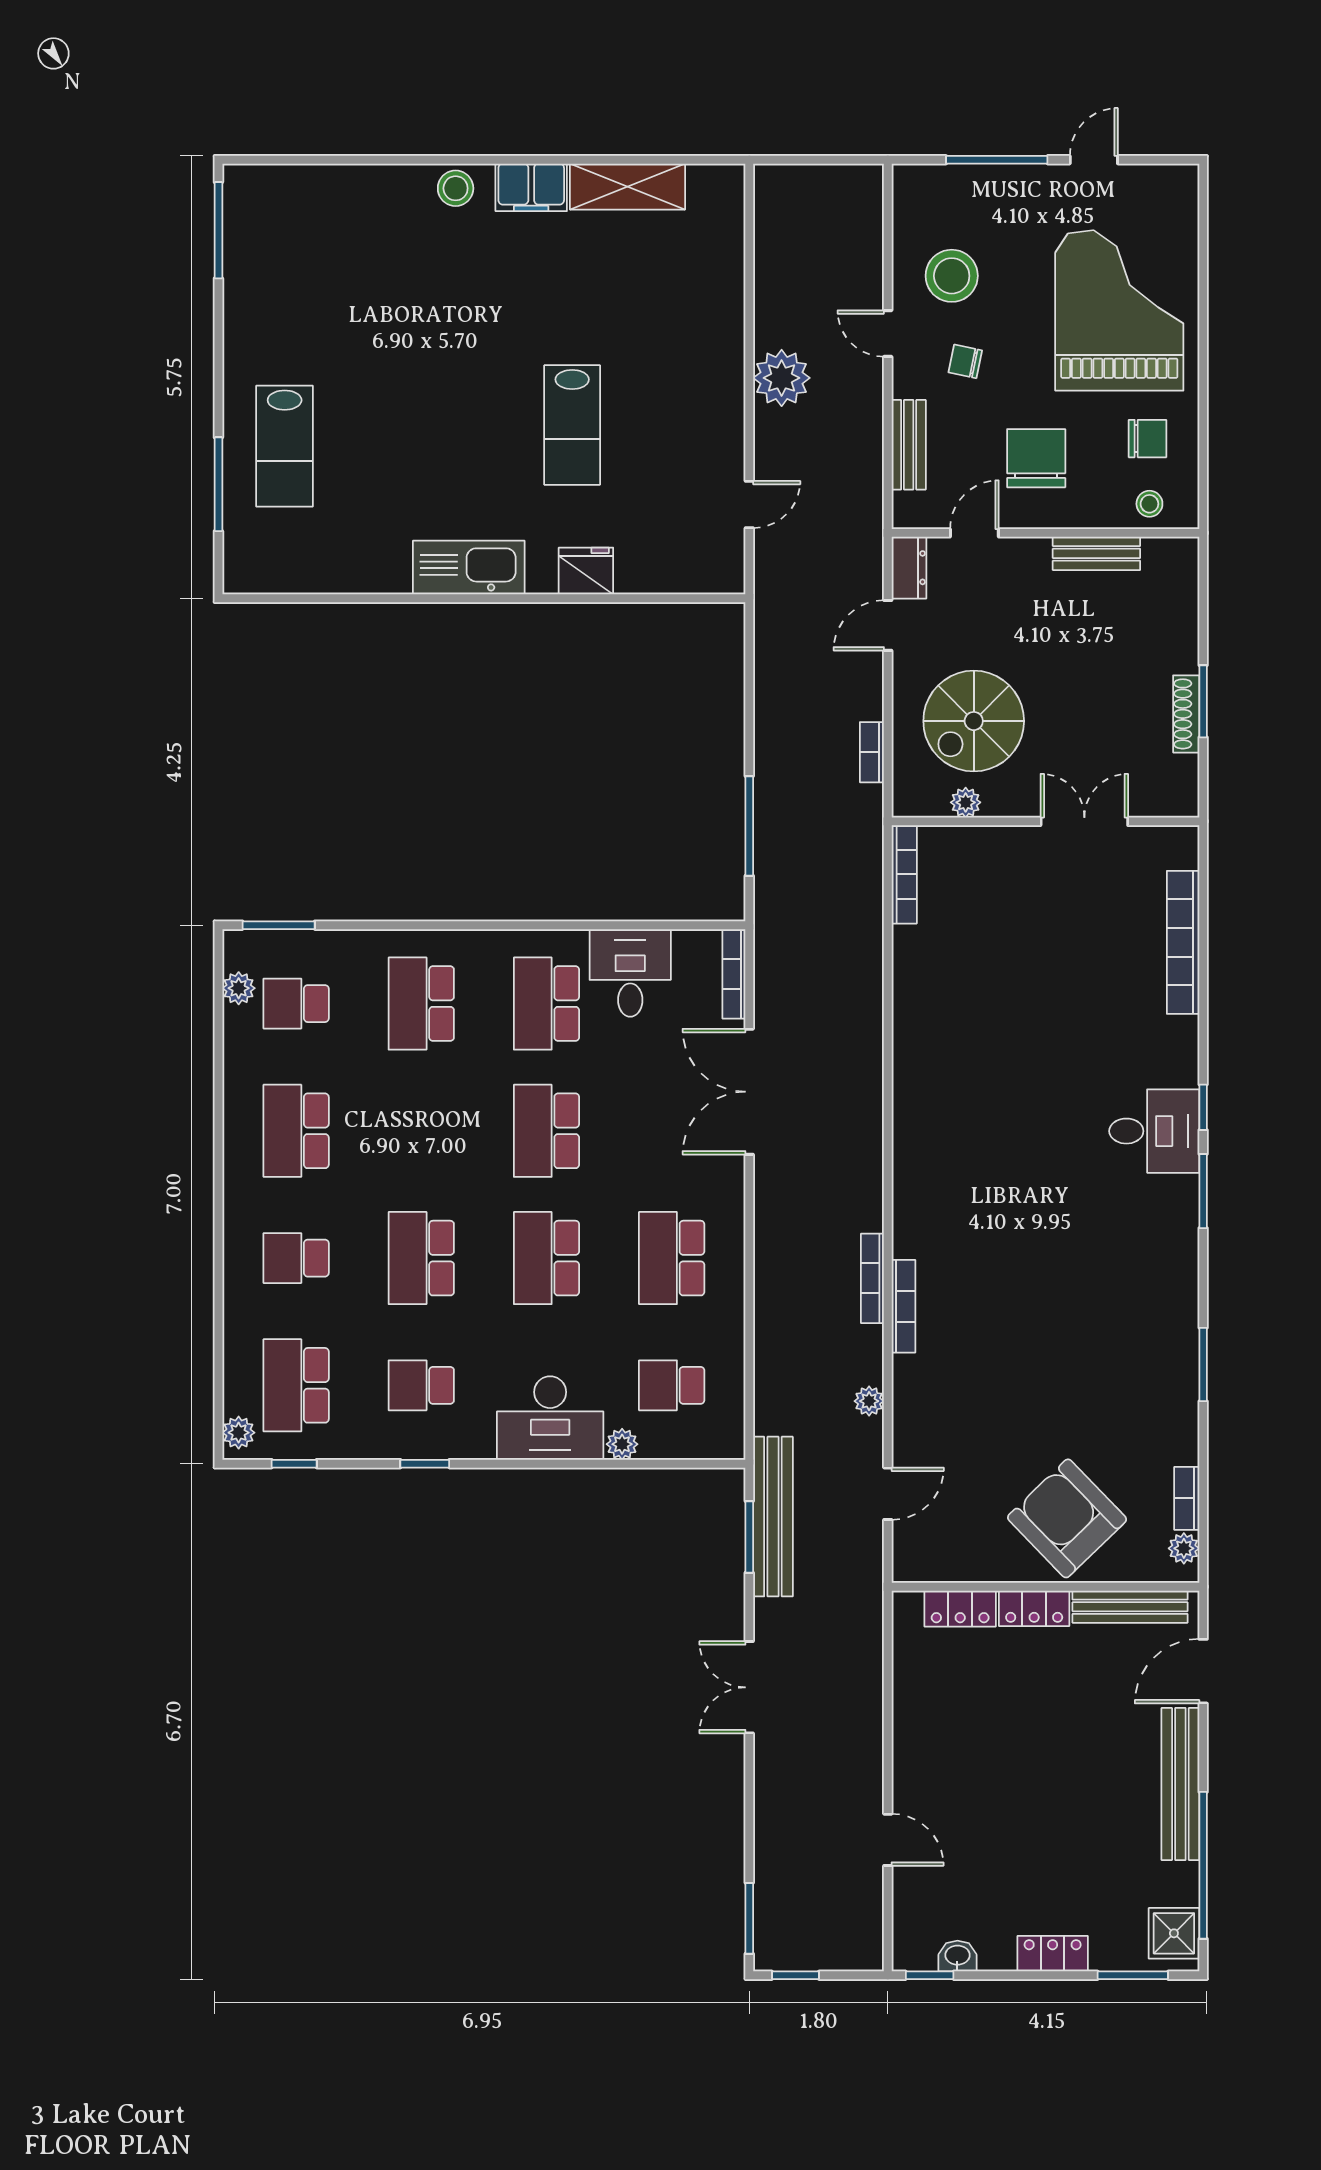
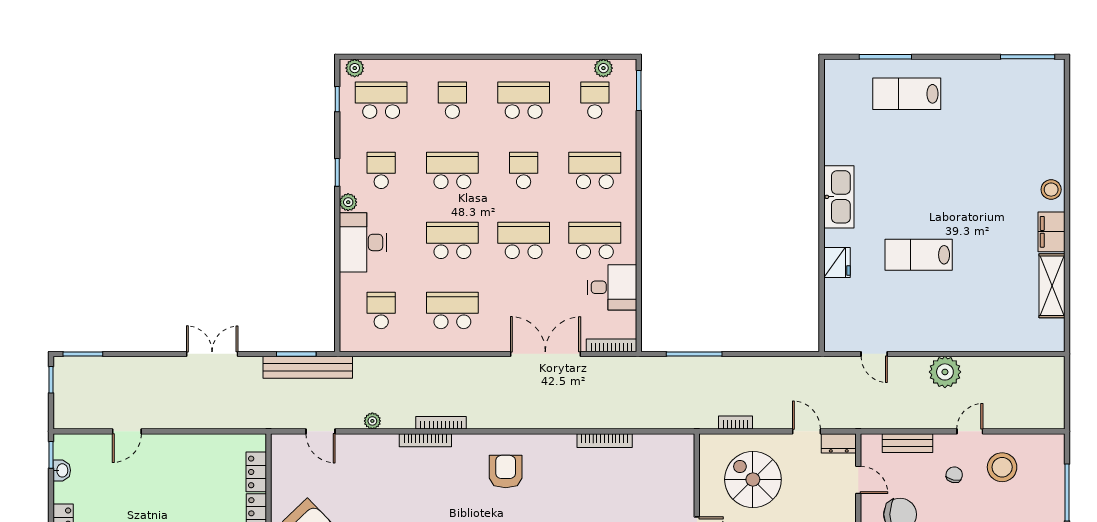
plant: (966, 802) -> (707, 475), removed
bookcase: (904, 874) -> (605, 441), moved
school desk: (421, 1131) -> (524, 170), added
armchair: (959, 1163) -> (506, 472), added
plant: (622, 1444) -> (348, 202), moved

